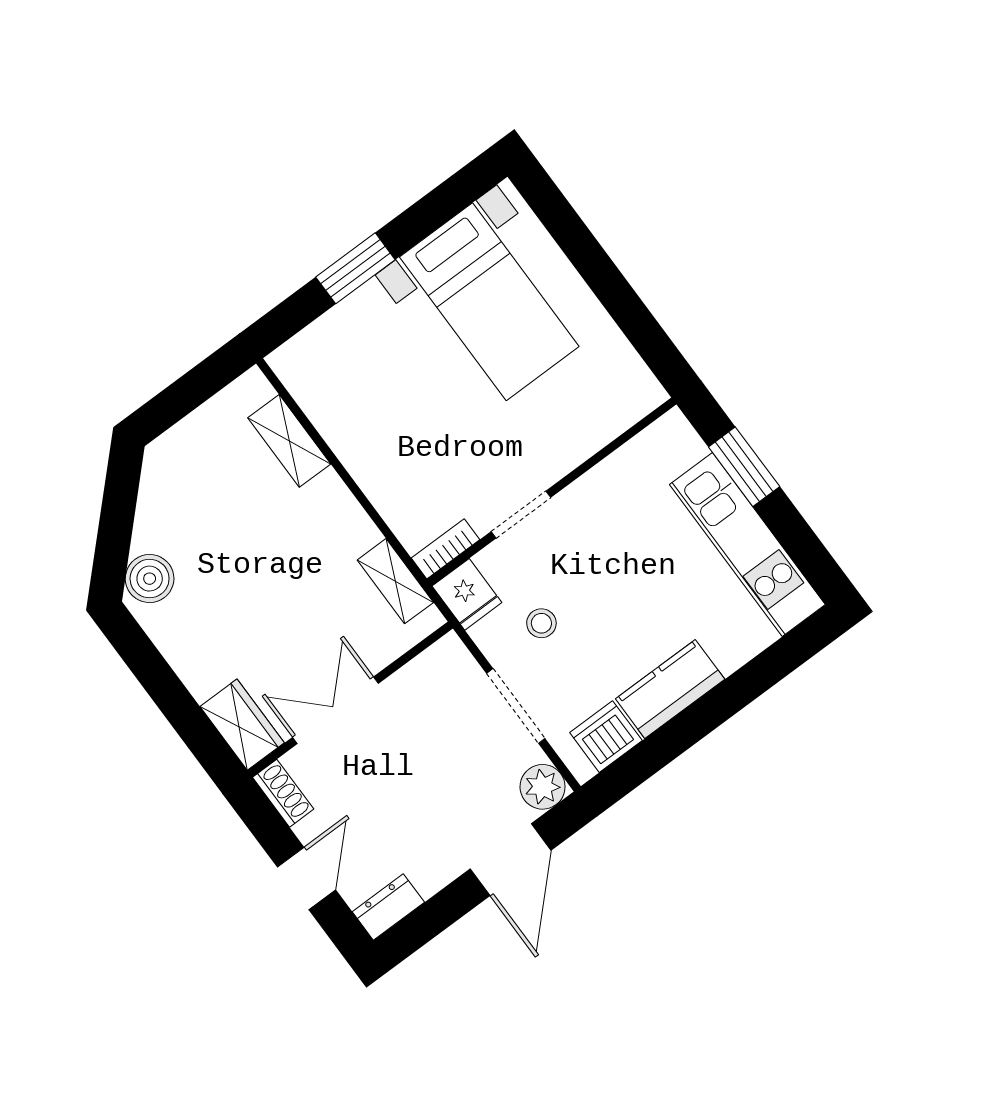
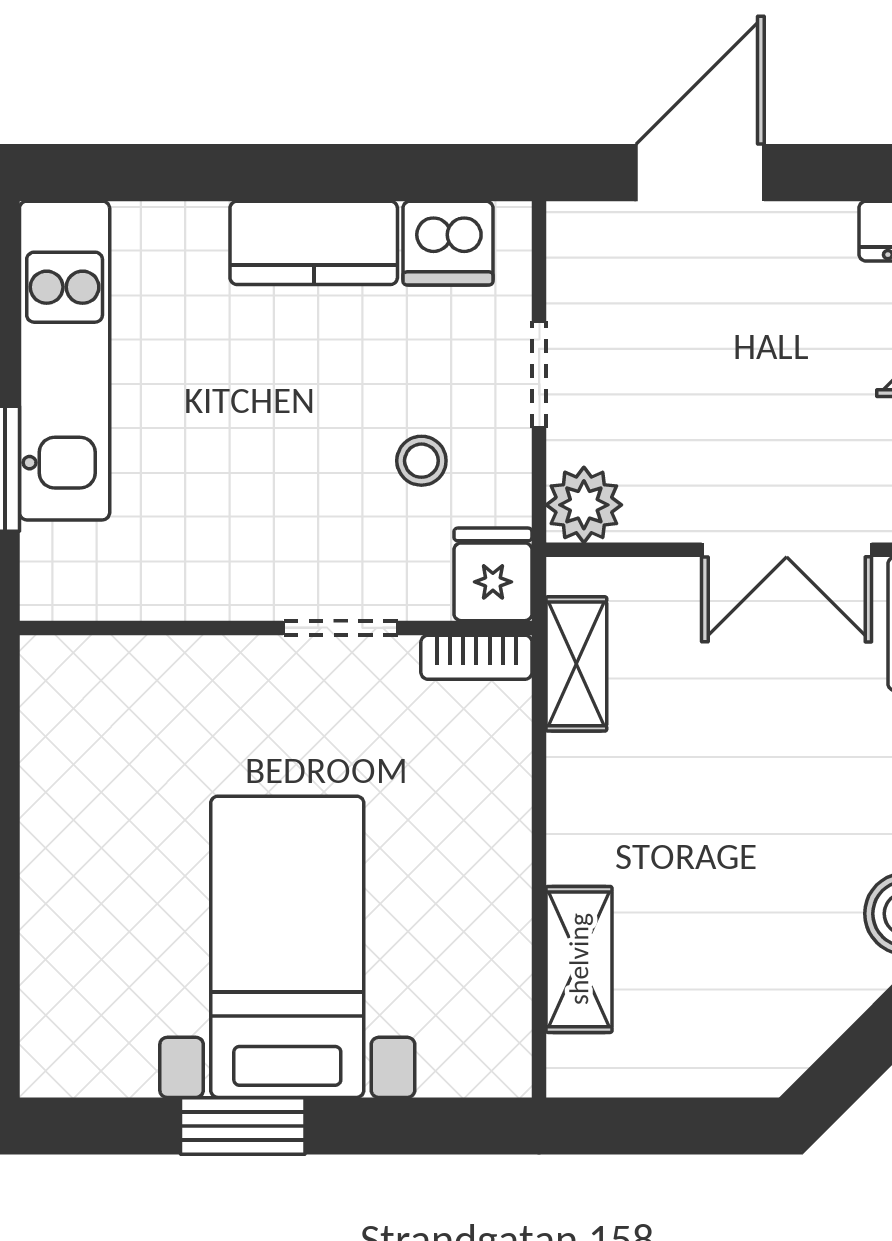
window: (355, 268) -> (243, 1126), moved
bed with nightstands: (489, 302) -> (287, 947), moved
doorway: (516, 706) -> (539, 375), width x0.73
plant: (543, 787) -> (584, 505), moved

